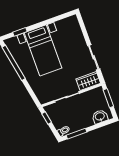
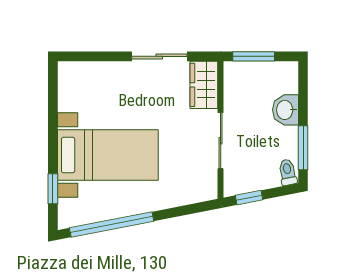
washbasin: (100, 117) -> (285, 110), moved

